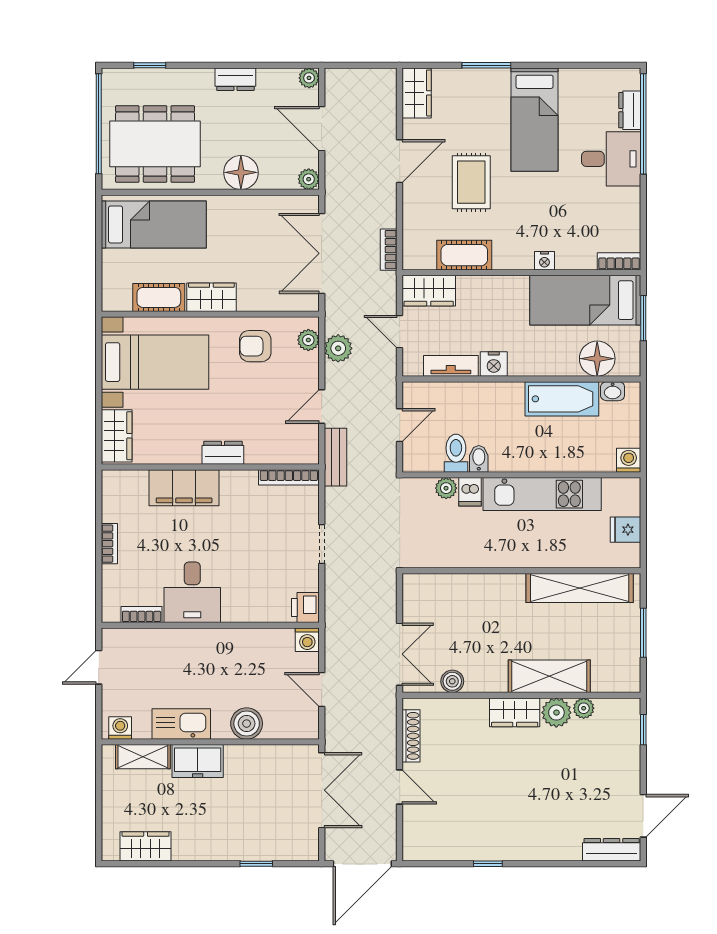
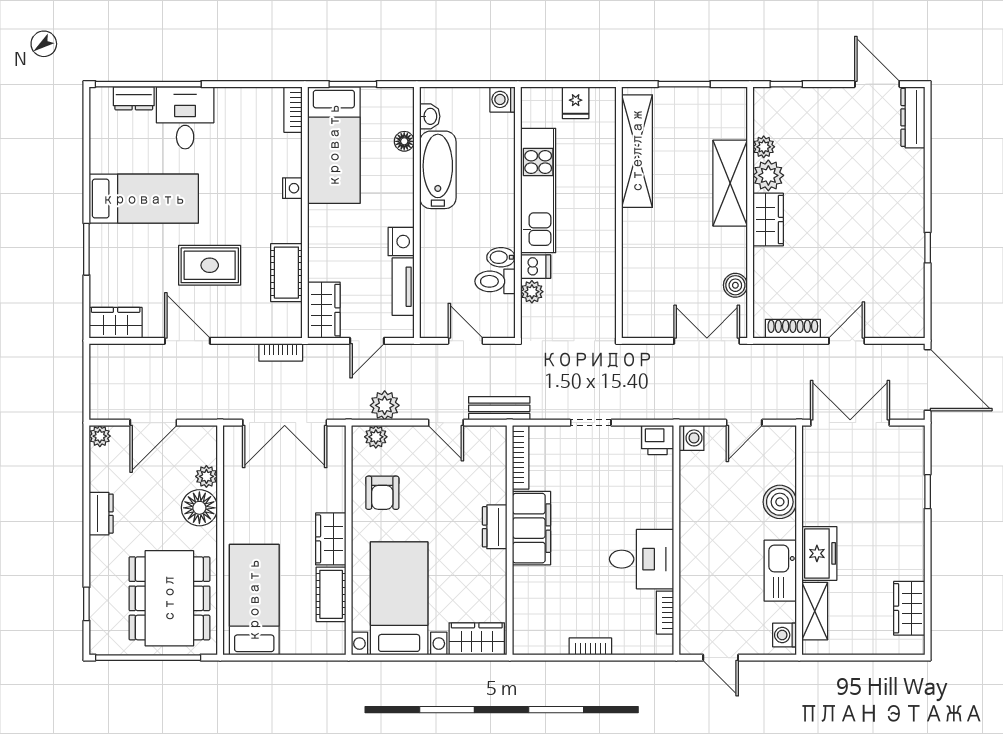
plant: (309, 179) -> (206, 476), moved
floor lamp: (597, 359) -> (404, 141), width x0.53, depth x0.53
filing cabinet: (184, 488) -> (531, 528), moved

